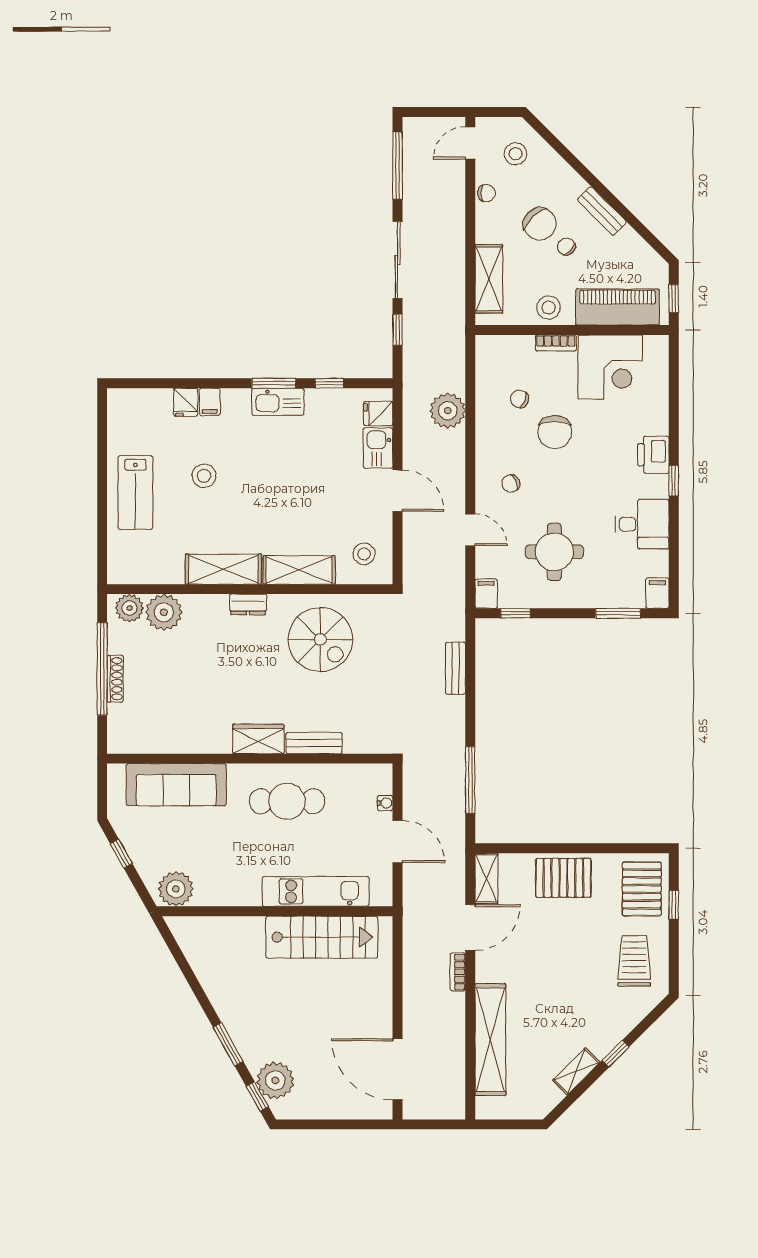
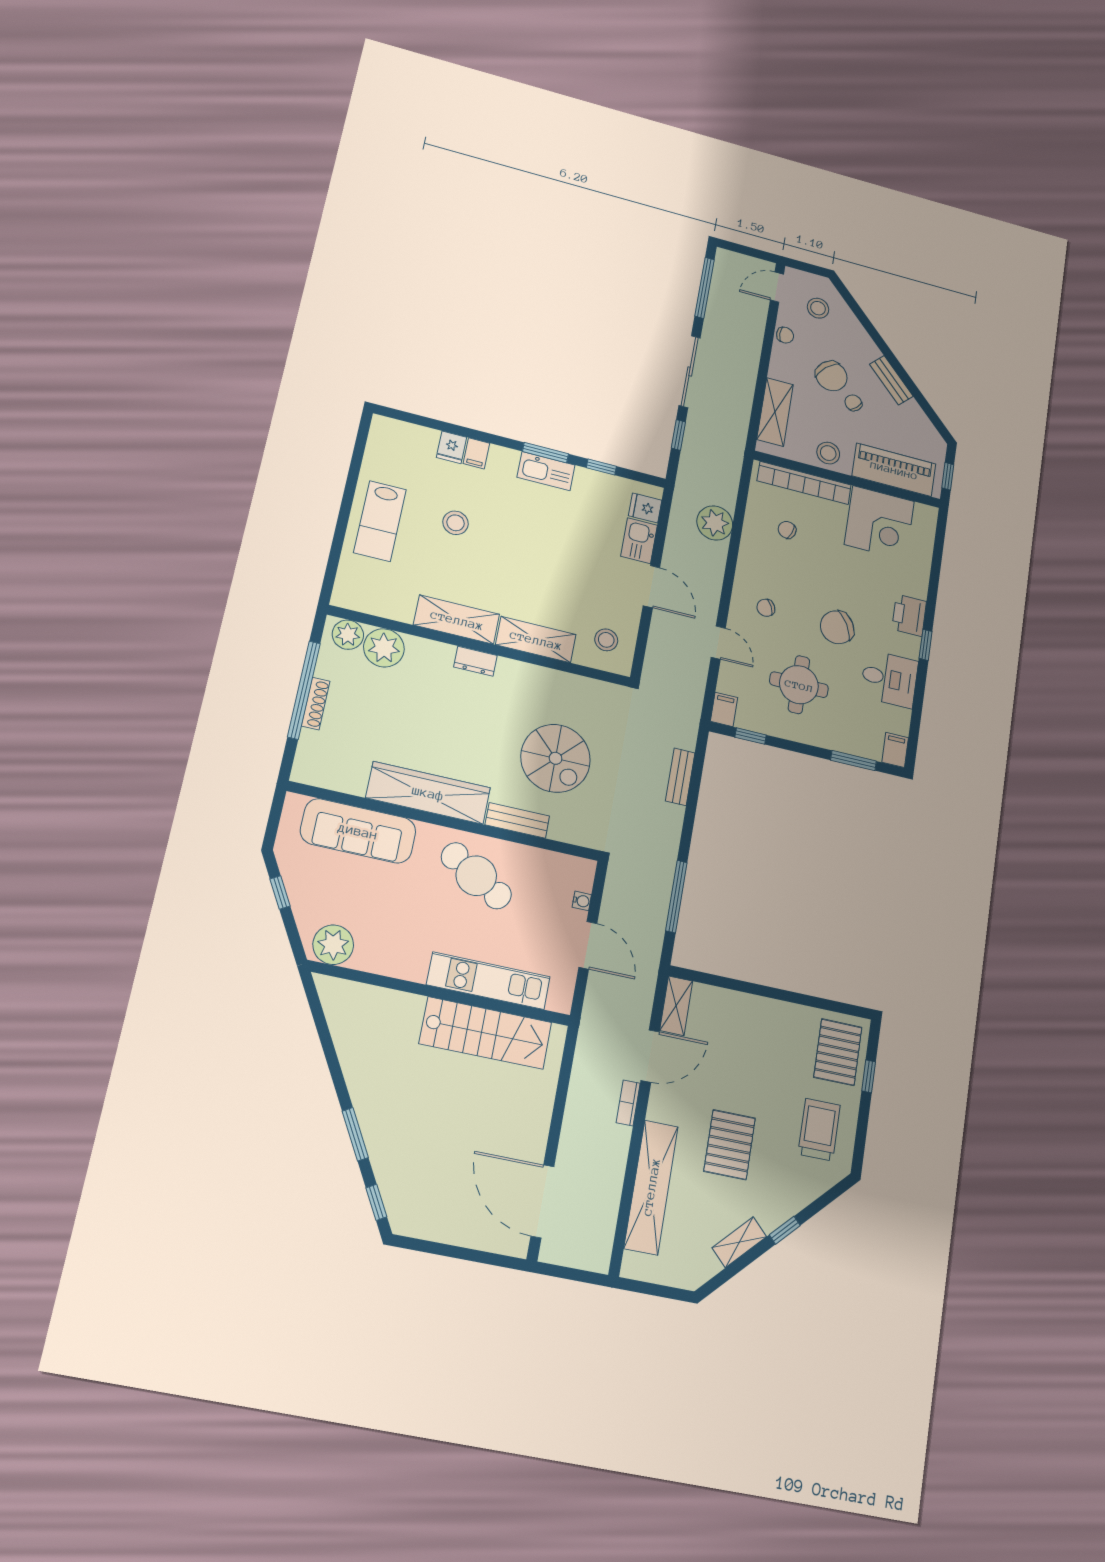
bookcase: (556, 343) -> (804, 483), width x2.31, depth x1.31
chair: (555, 432) -> (837, 627), moved, turned 60
spiral stairs: (320, 640) -> (556, 758), moved
wardrobe: (258, 739) -> (428, 793), width x2.10, depth x1.17
cafe table: (287, 801) -> (476, 876), turned 31
pallet: (563, 878) -> (730, 1145), moved, turned 90
plant: (275, 1080) -> (401, 1187), removed

